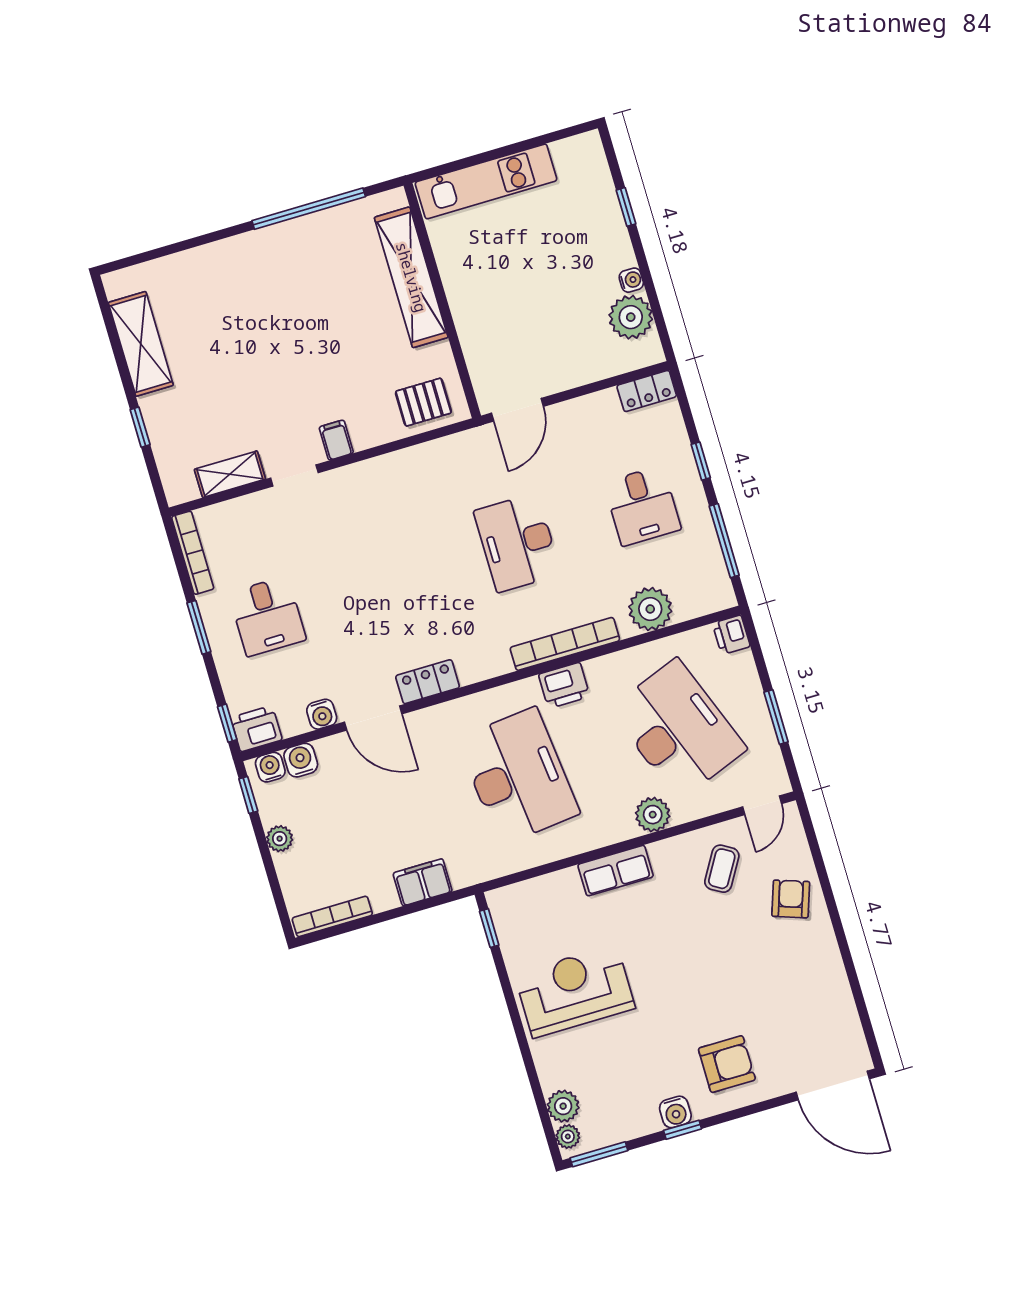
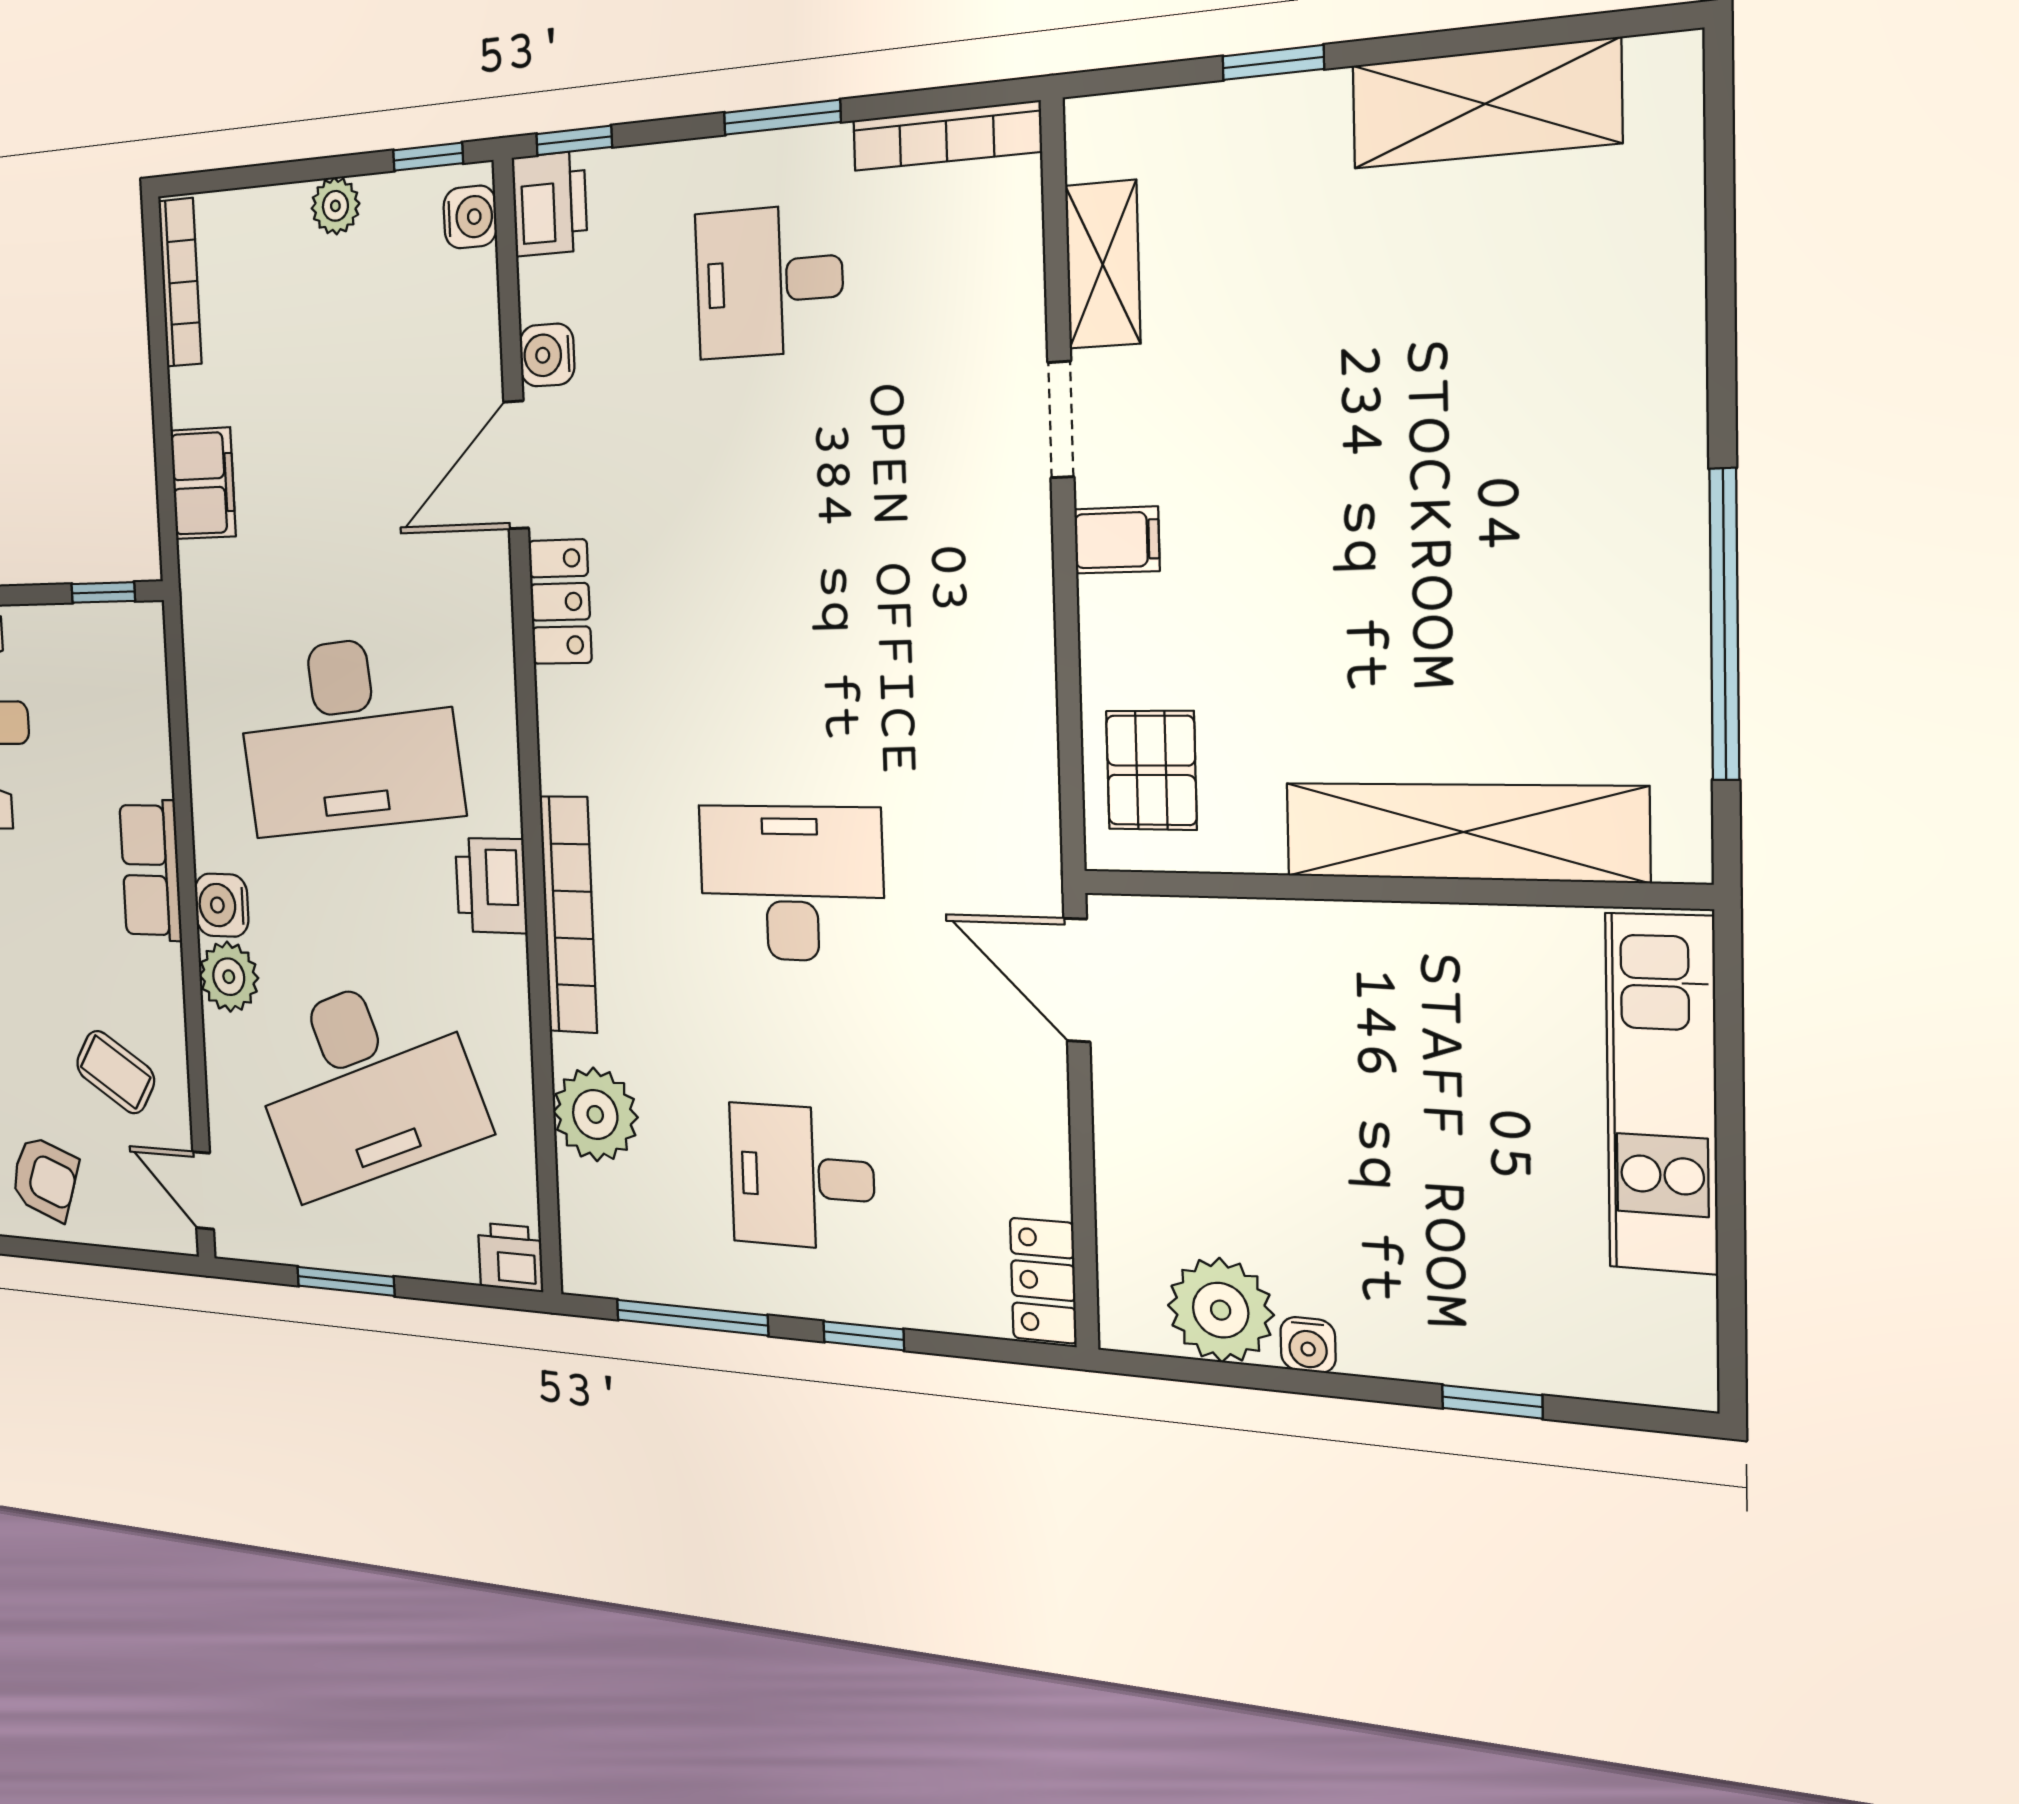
water cooler: (301, 760) -> (222, 905), moved, turned 180

